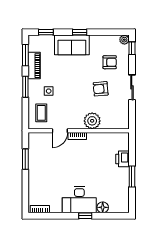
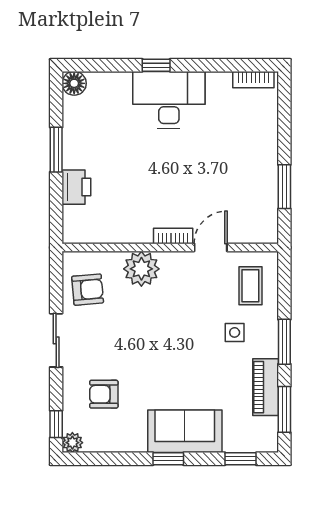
armchair: (101, 89) -> (88, 290), moved
floor lamp: (103, 207) -> (74, 83), moved

